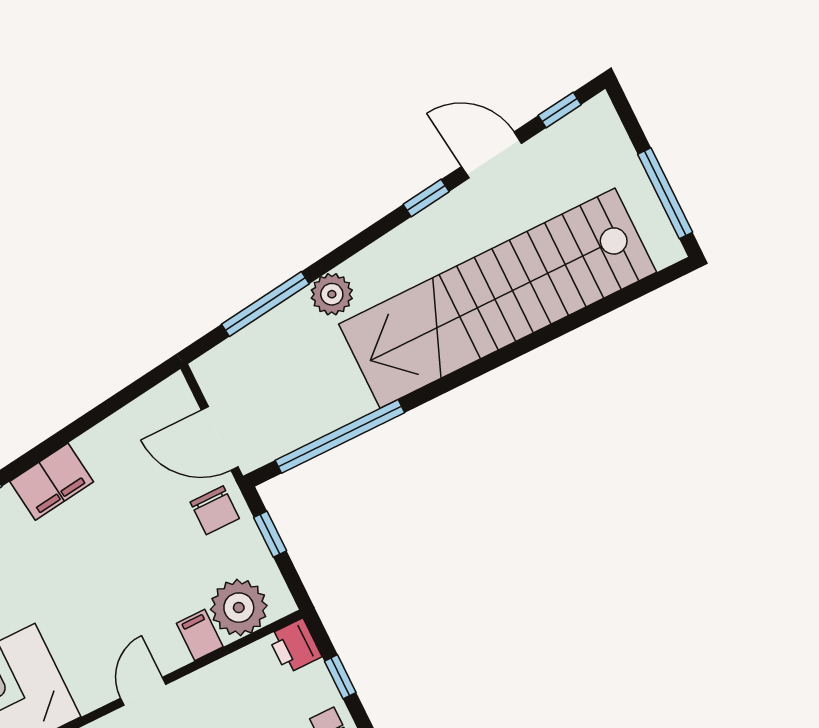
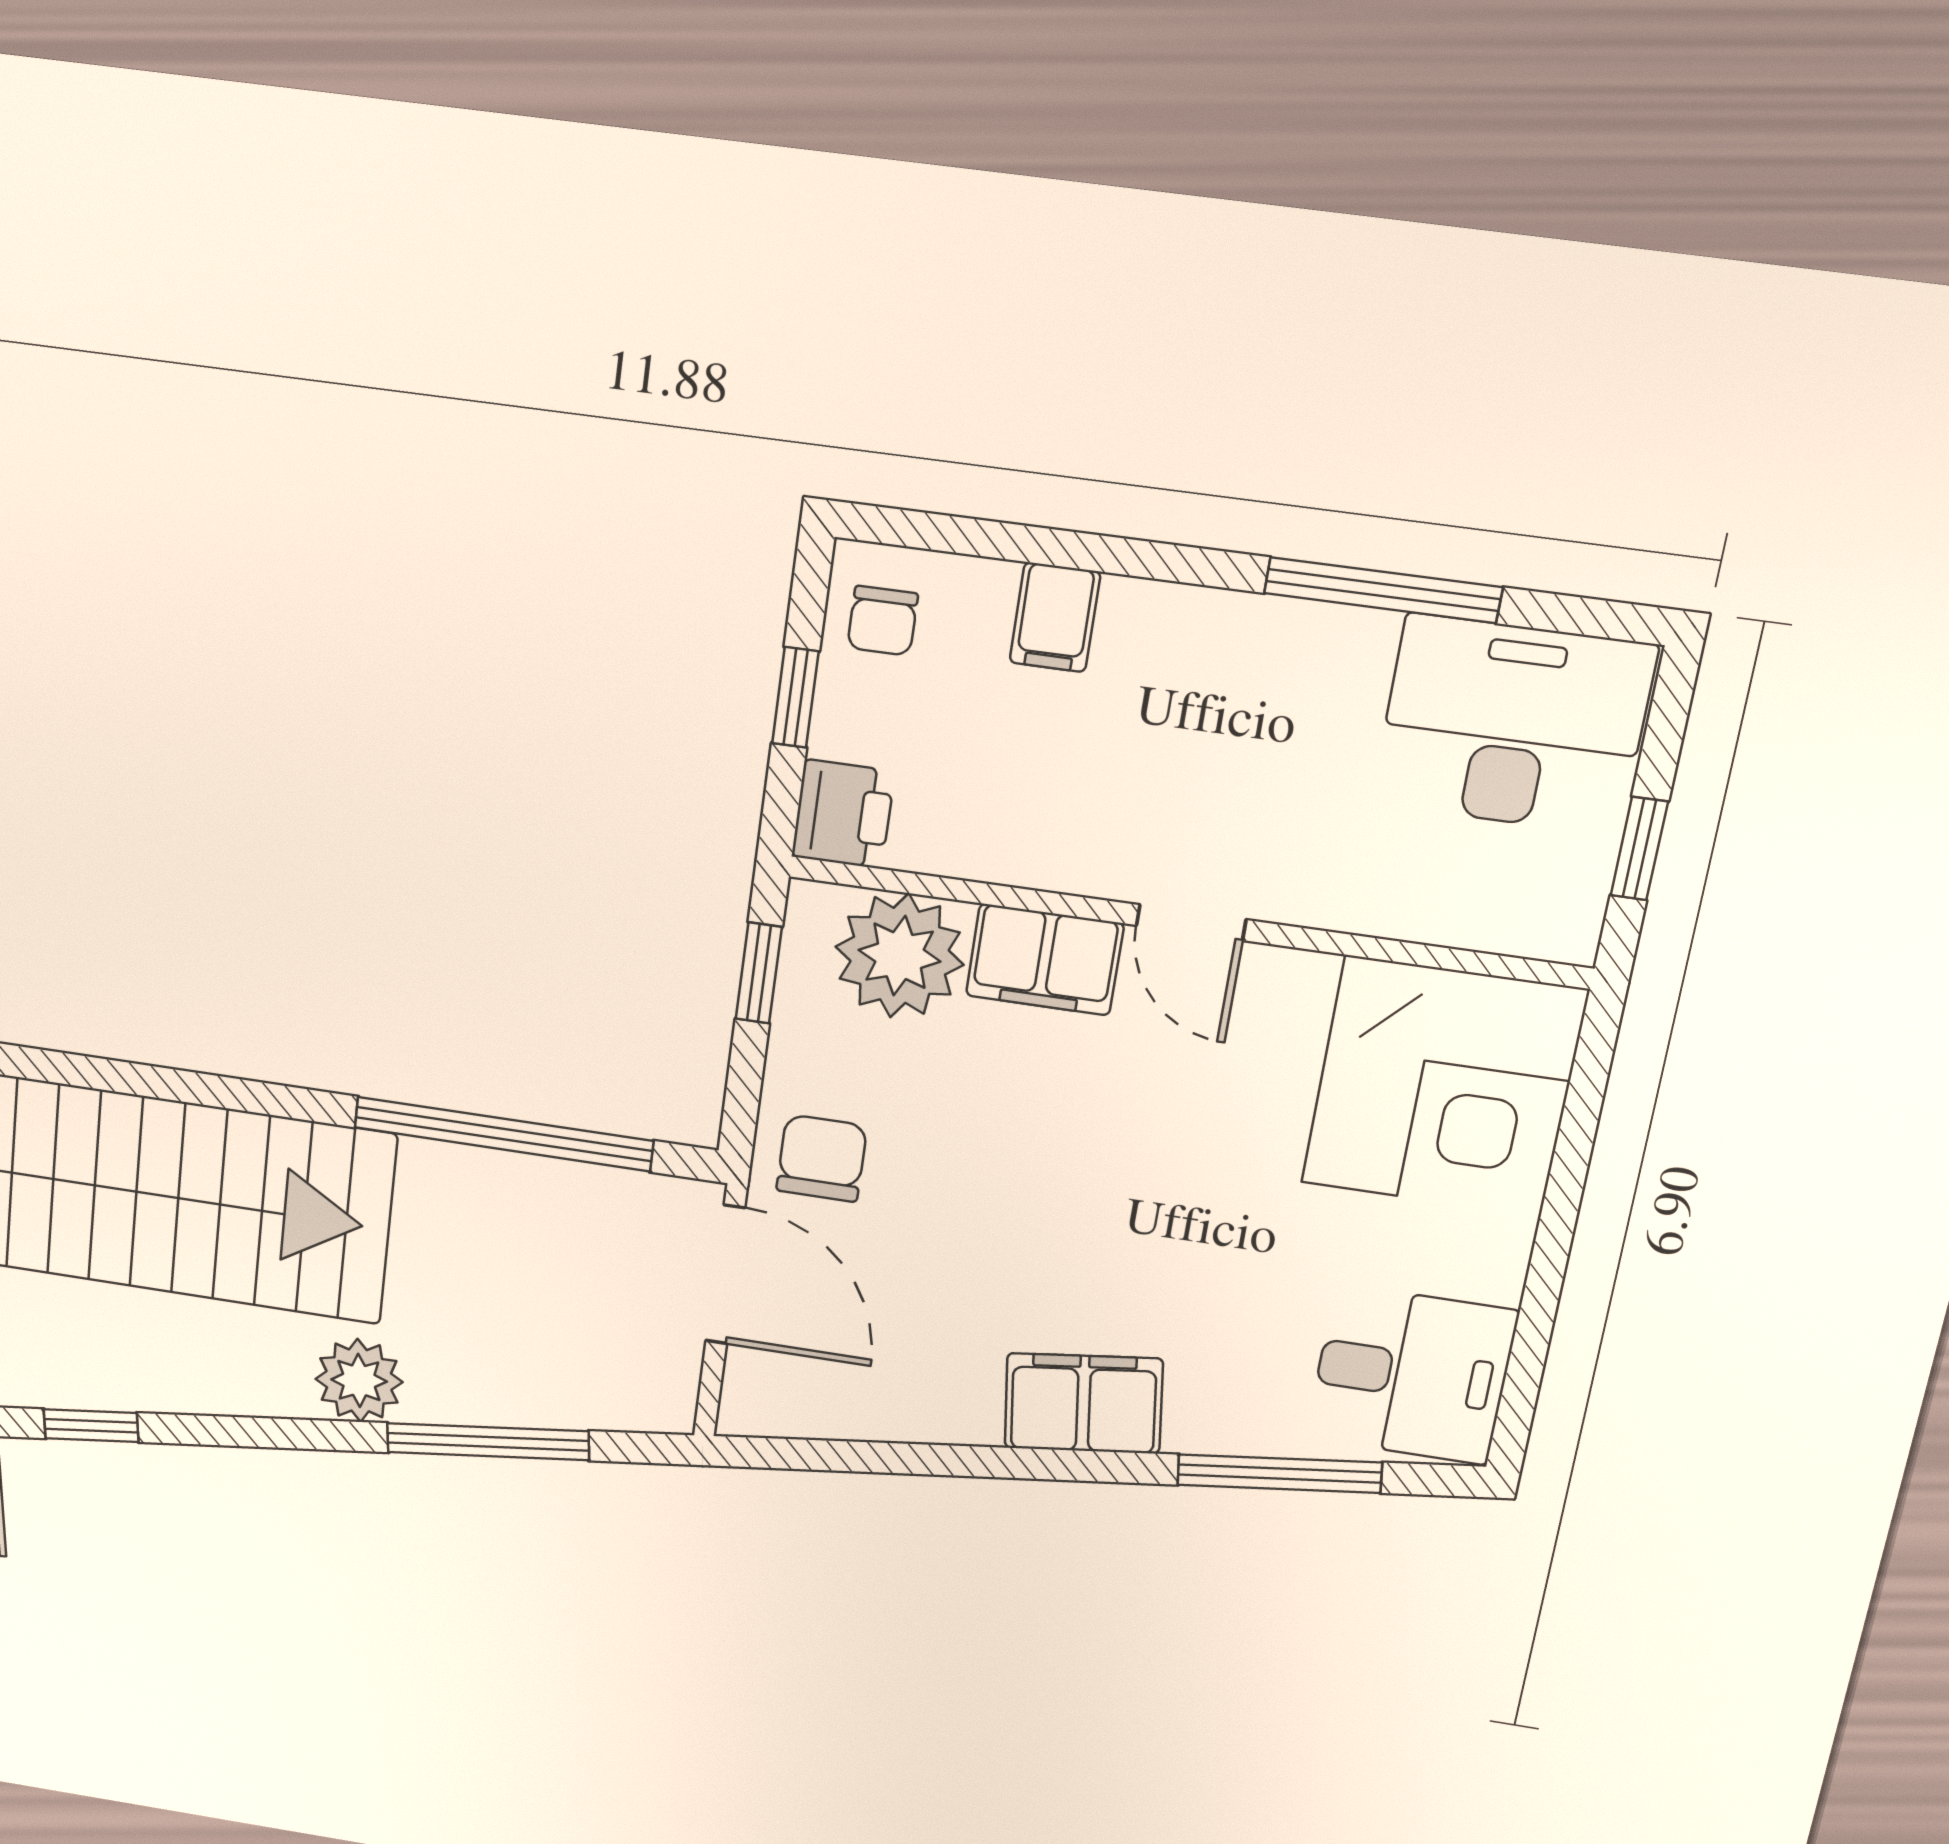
window: (270, 534) -> (759, 973), moved
filing cabinet: (200, 635) -> (1045, 960), width x2.00
door: (143, 691) -> (1191, 923), hinge flipped

